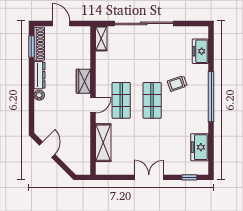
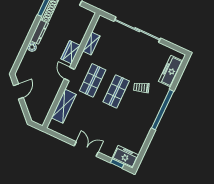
shelving: (101, 38) -> (91, 44), moved
freezer: (200, 51) -> (171, 71), width x1.40
door: (93, 105) -> (69, 74), swing flipped
freezer: (200, 147) -> (125, 157), moved, turned 90

